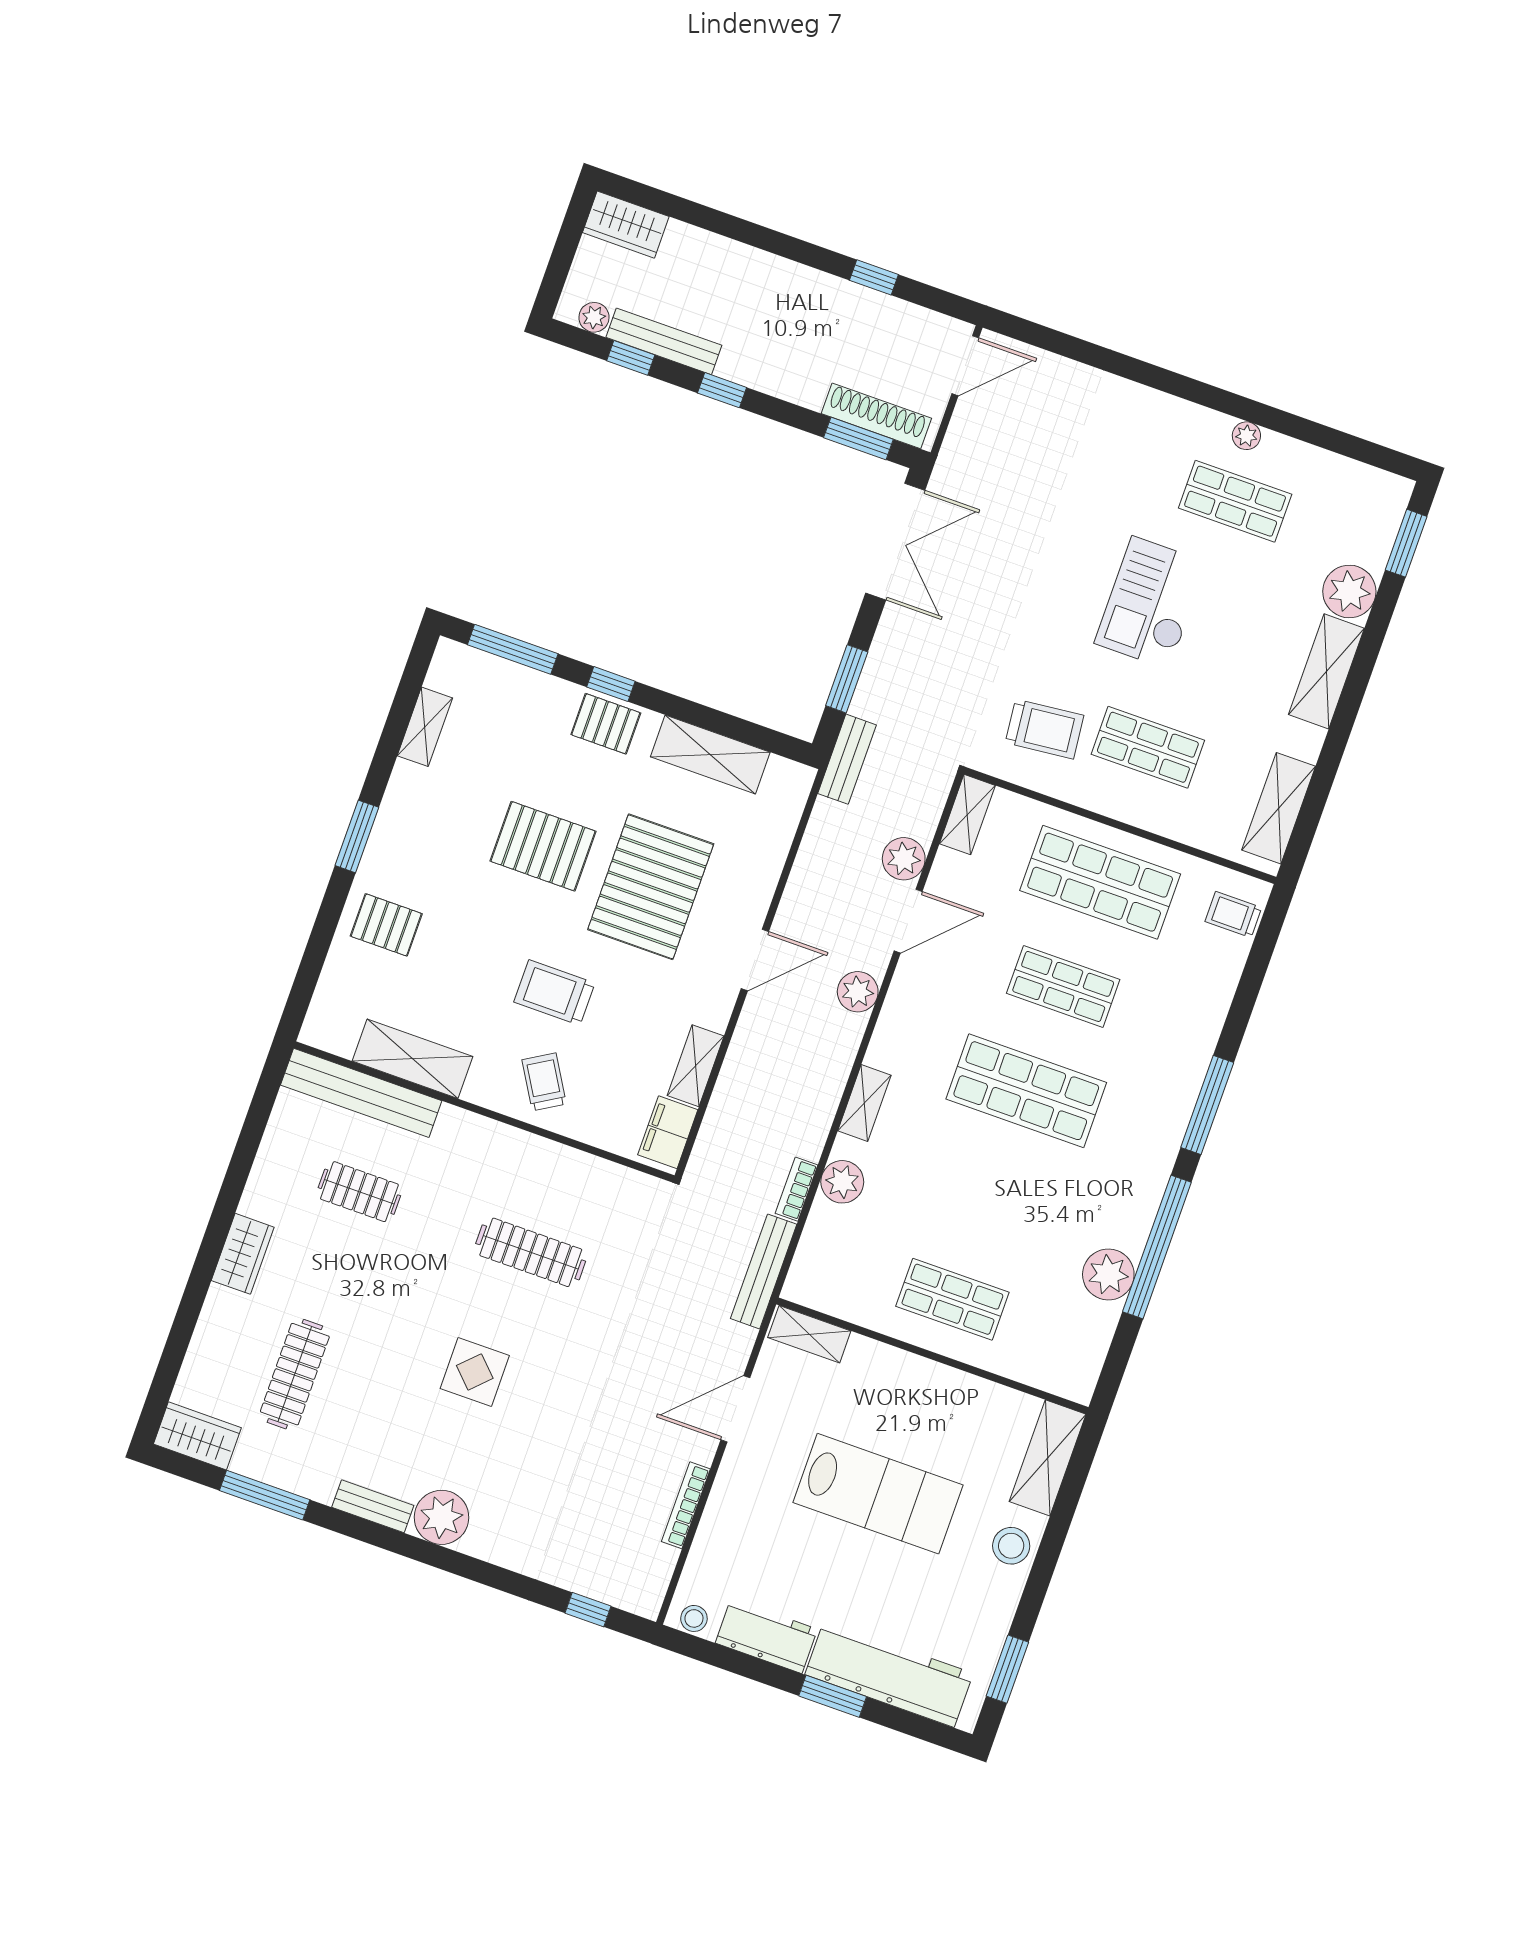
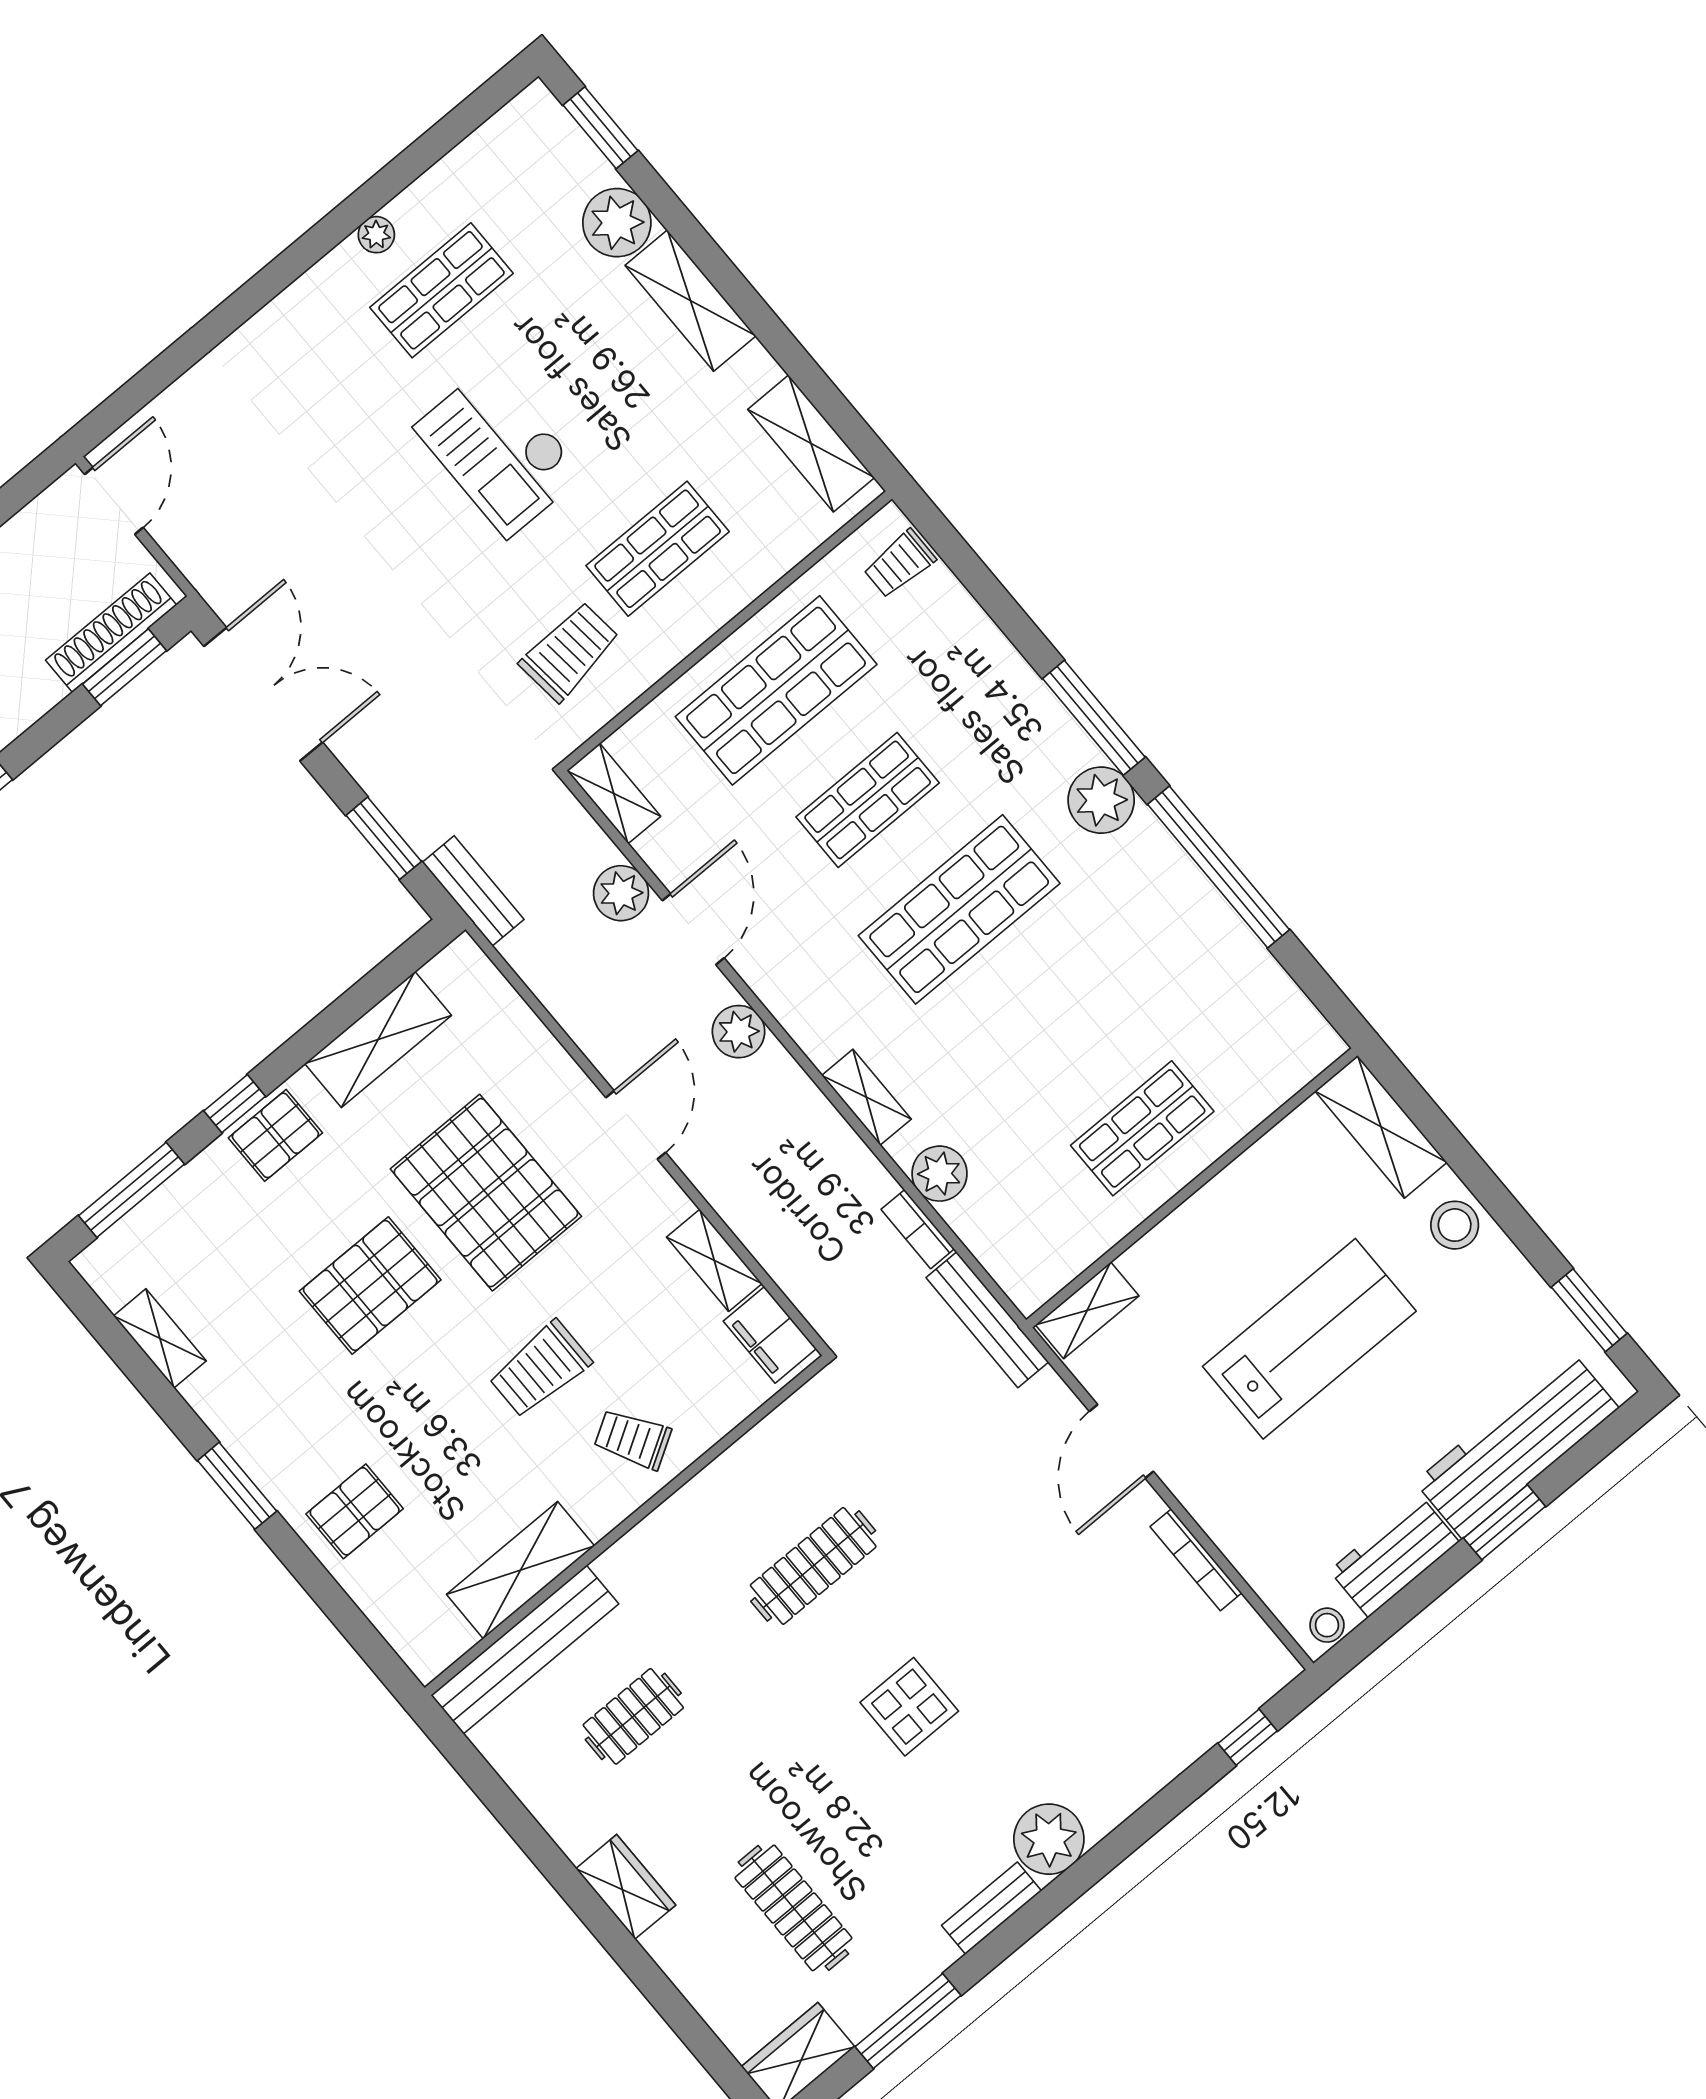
plant: (1108, 1274) -> (1101, 800), moved

